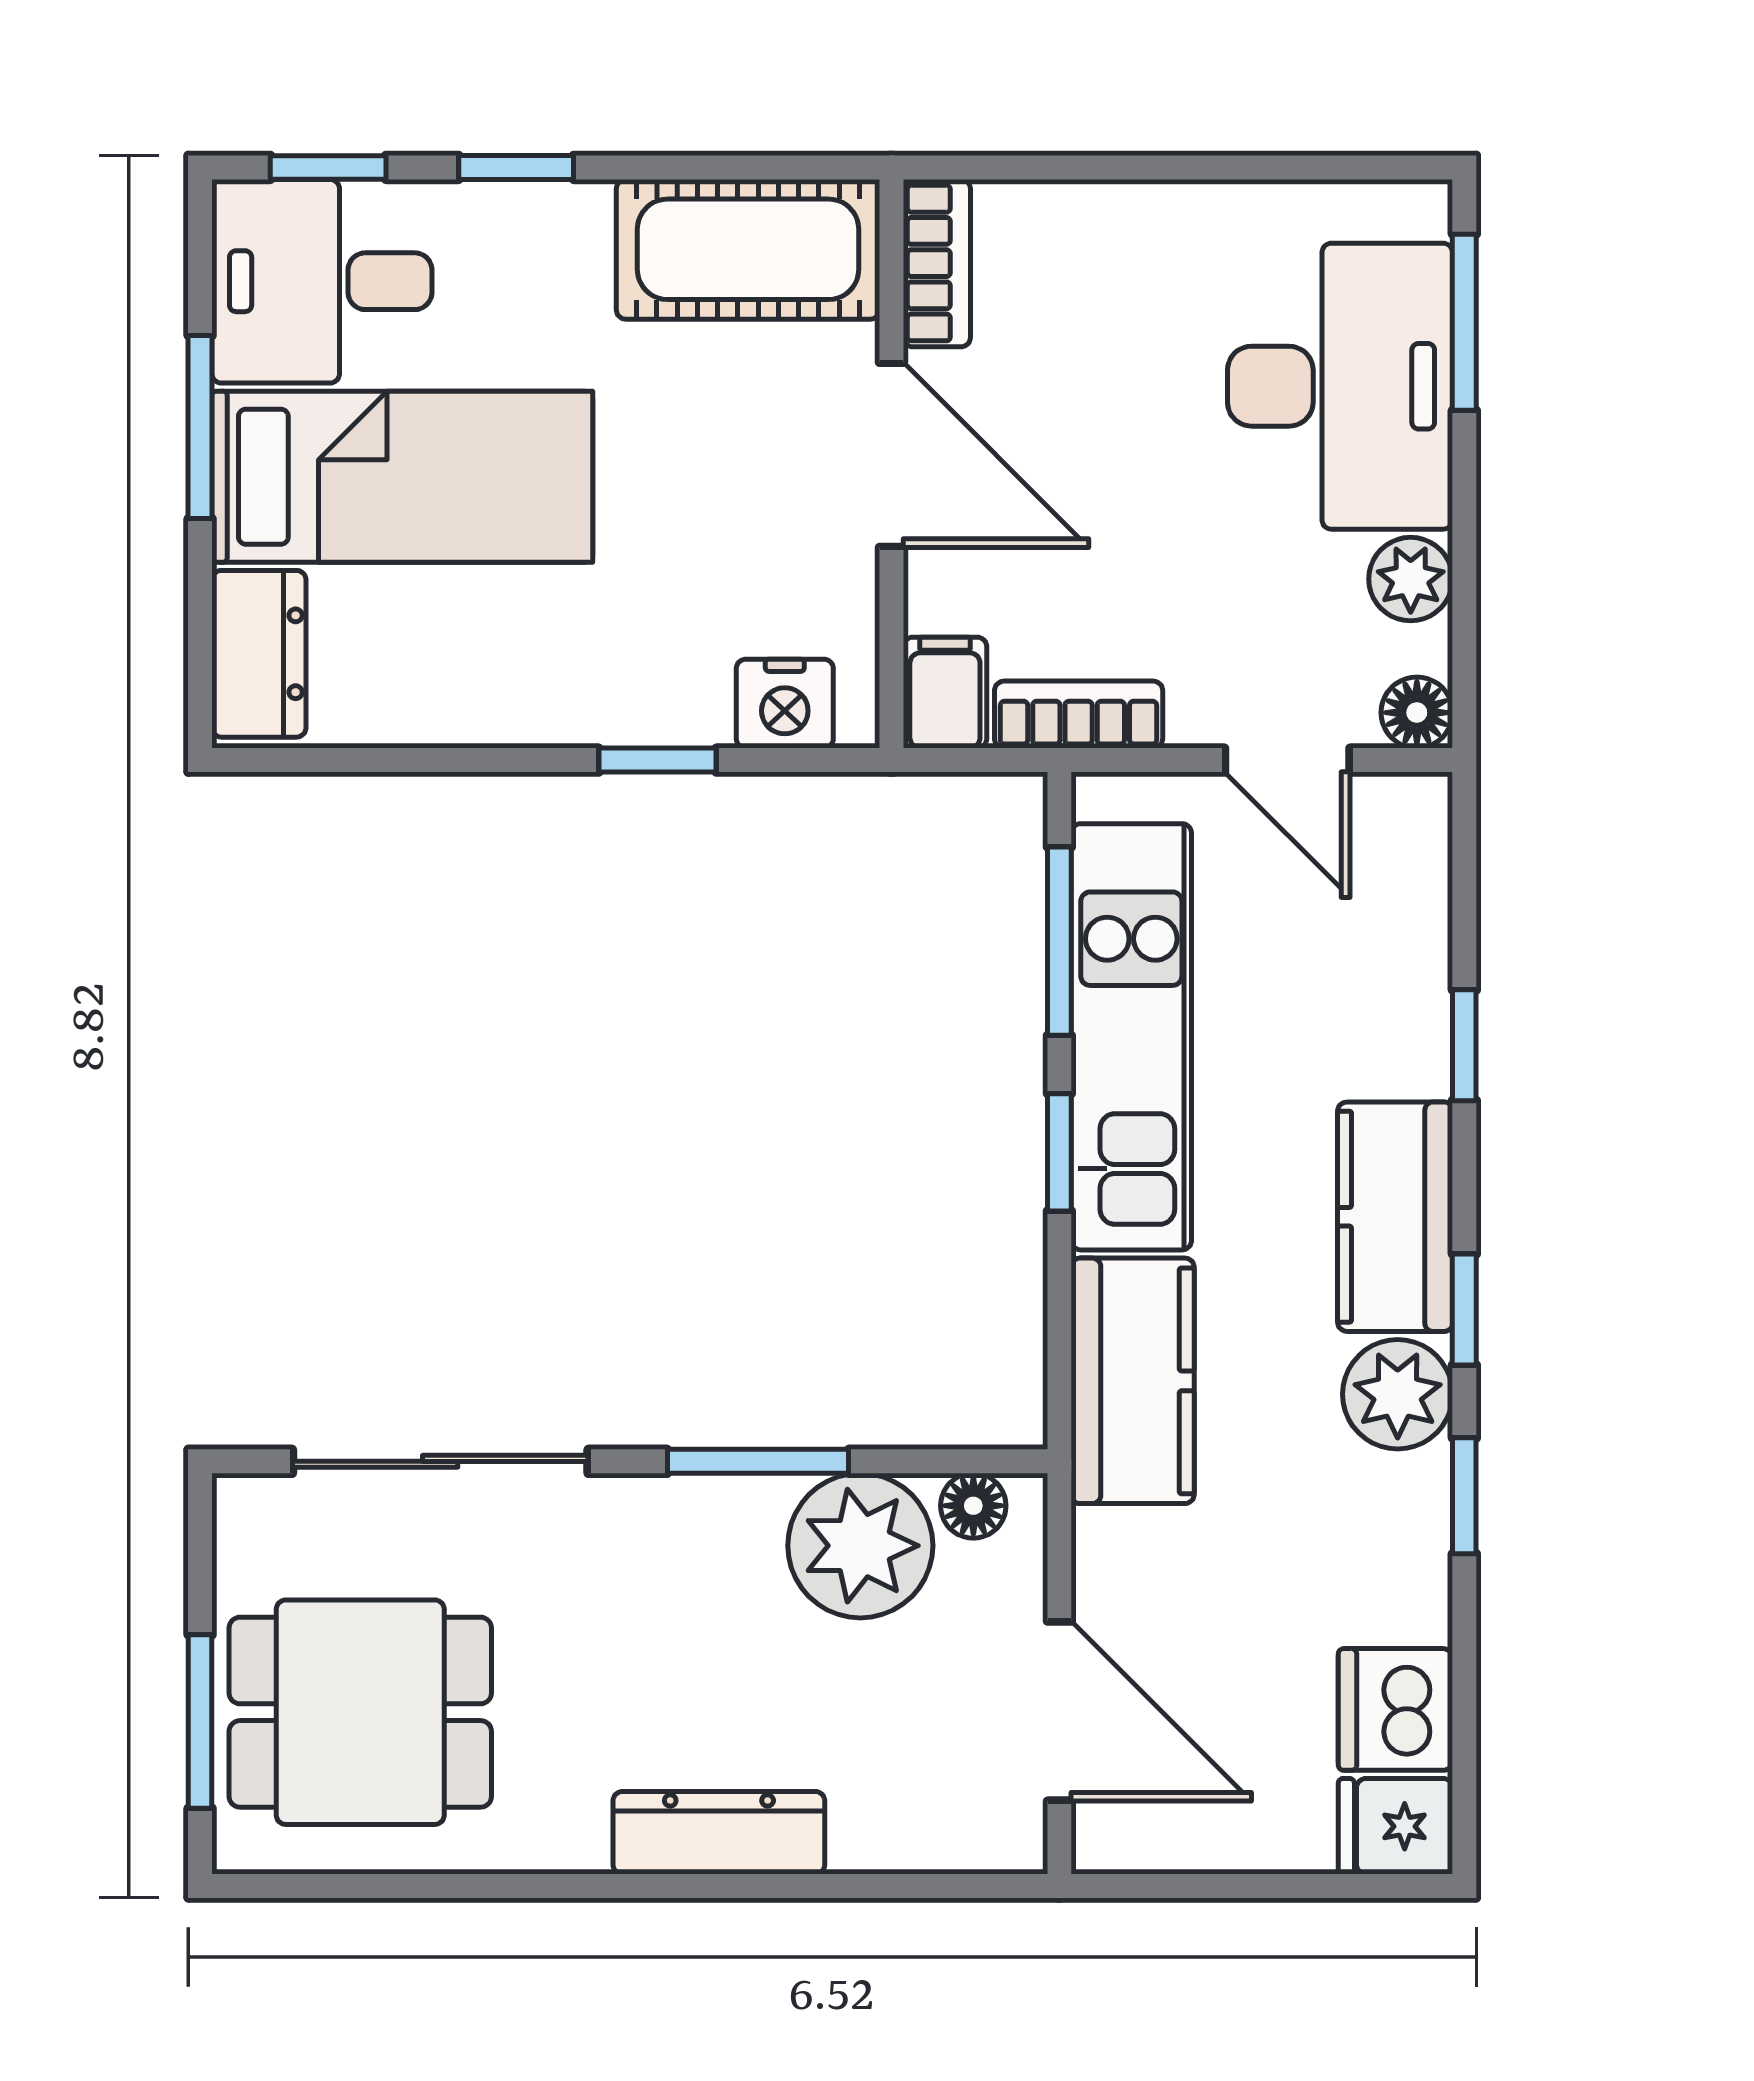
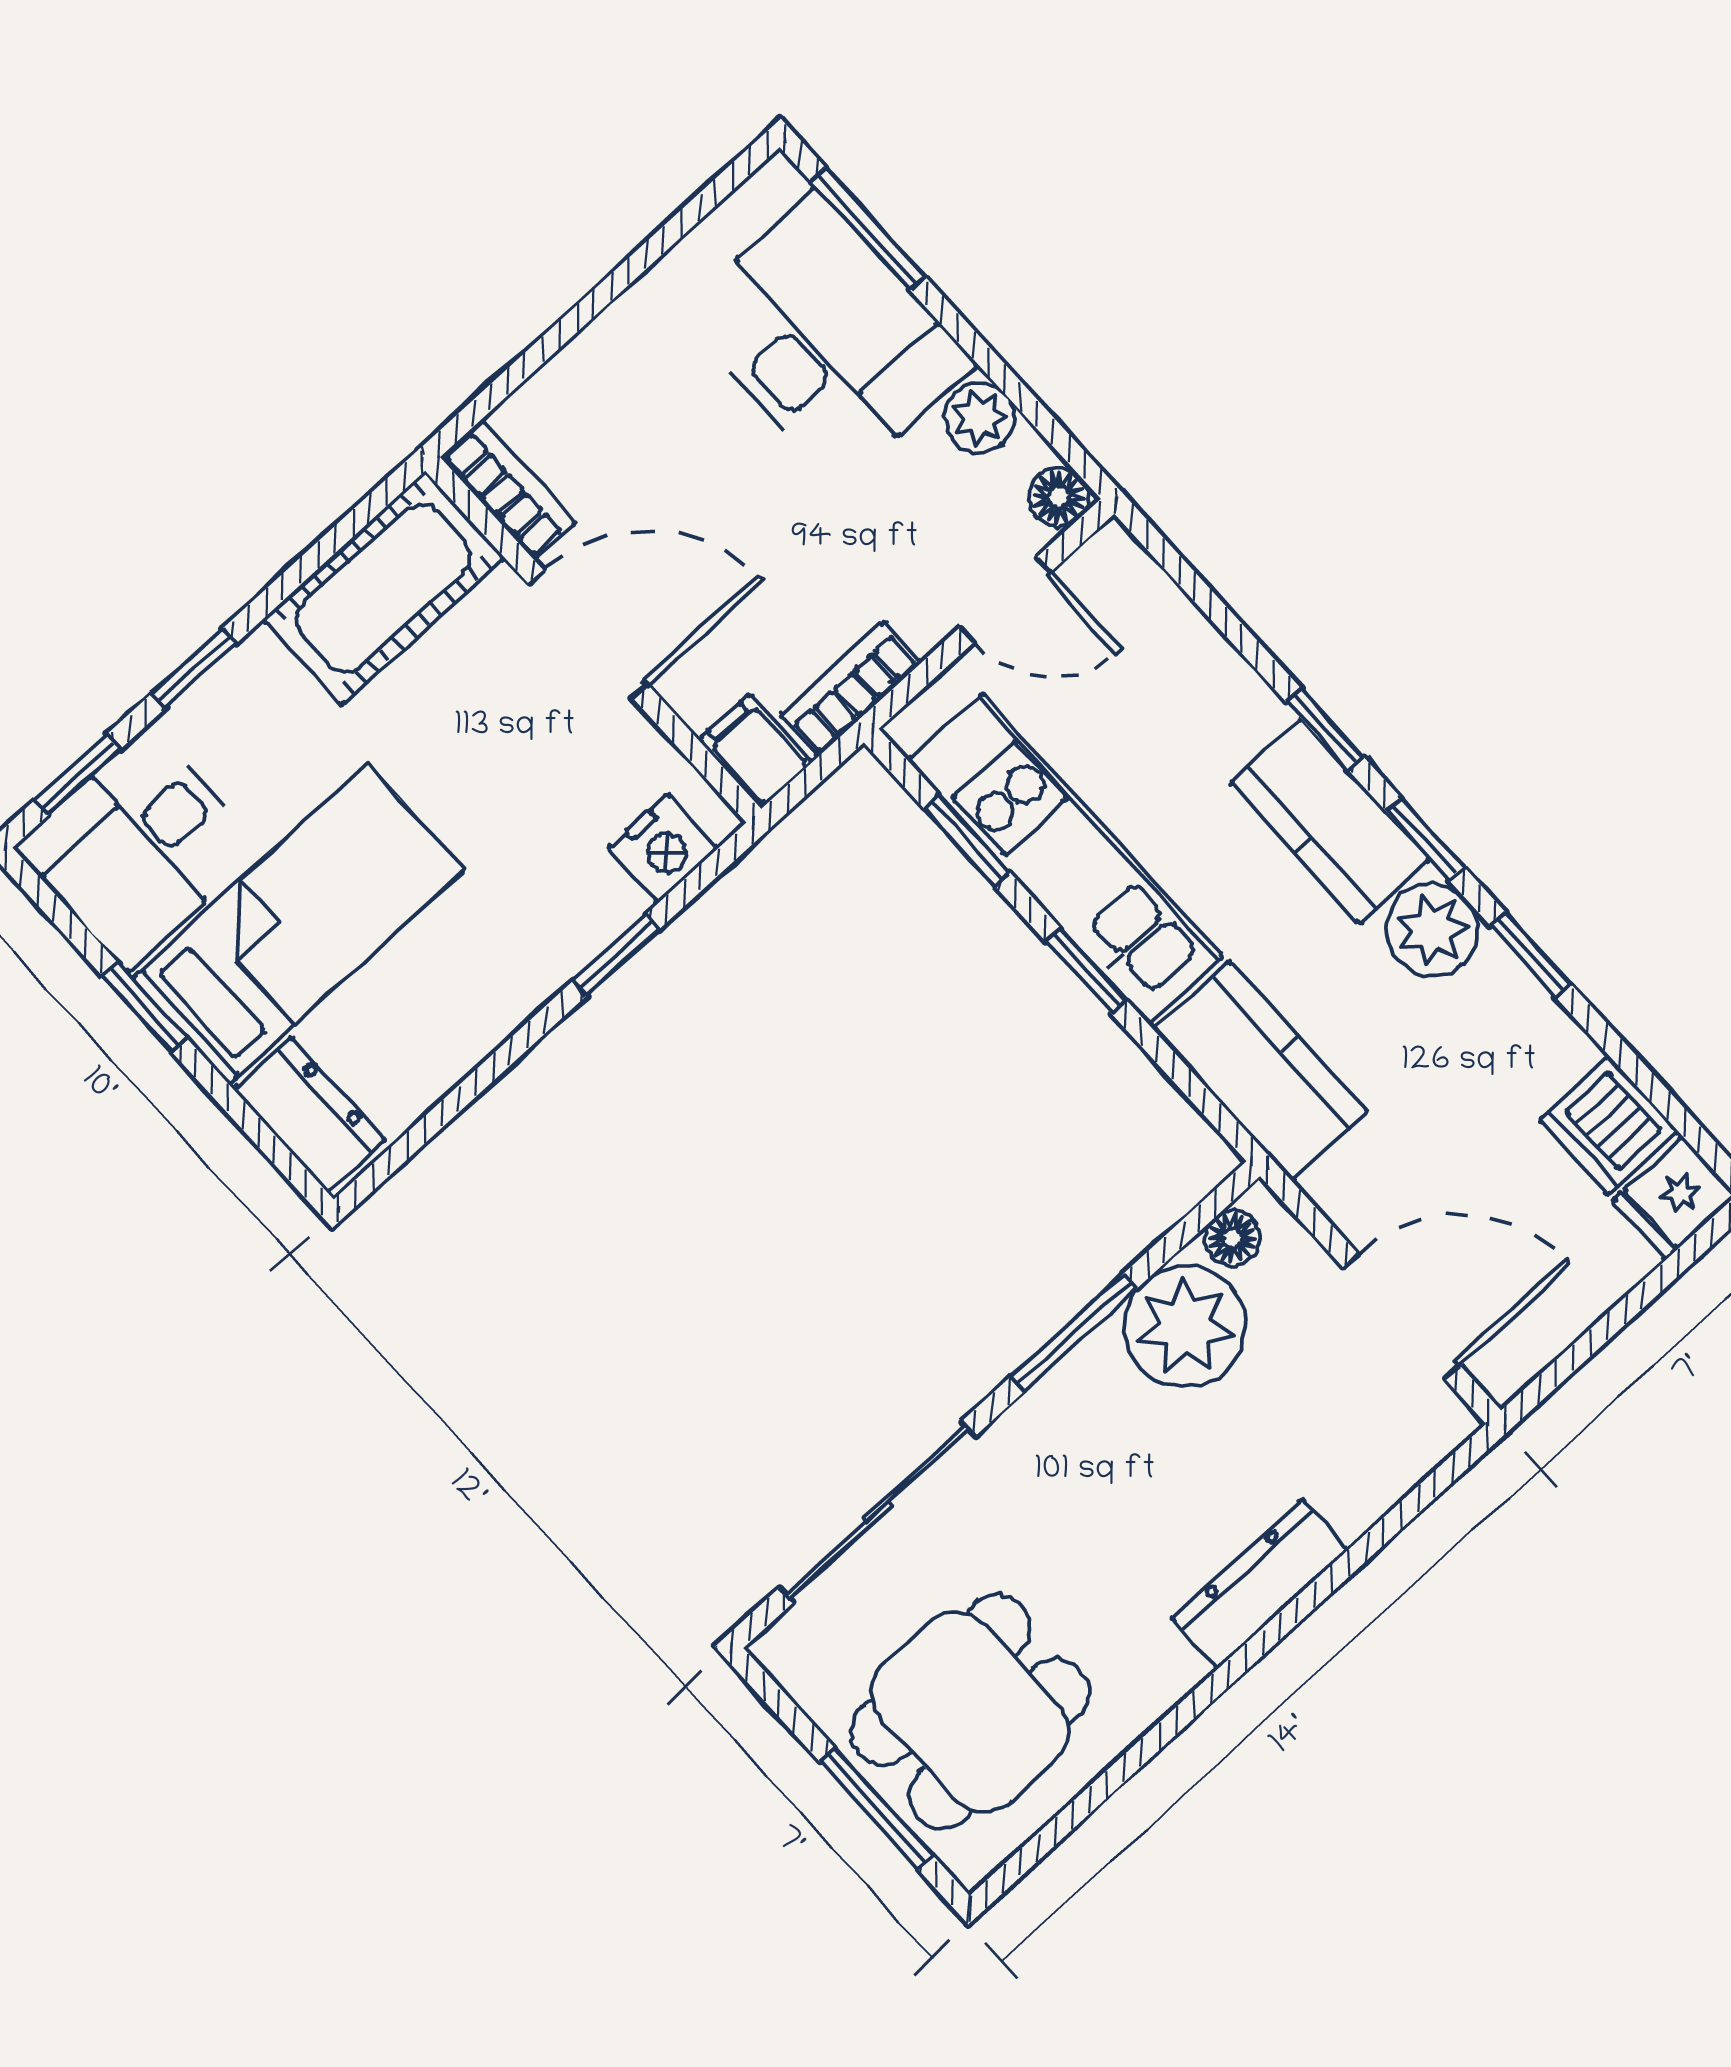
window: (200, 427) -> (145, 1008), width x0.67
window: (1059, 941) -> (967, 840), width x0.67
window: (1464, 1045) -> (1324, 729), moved

